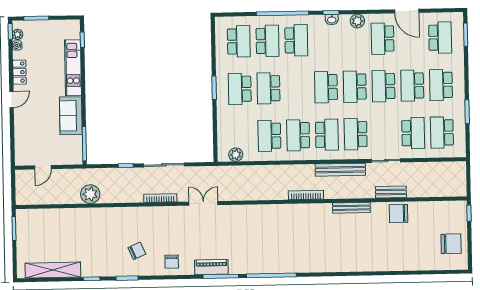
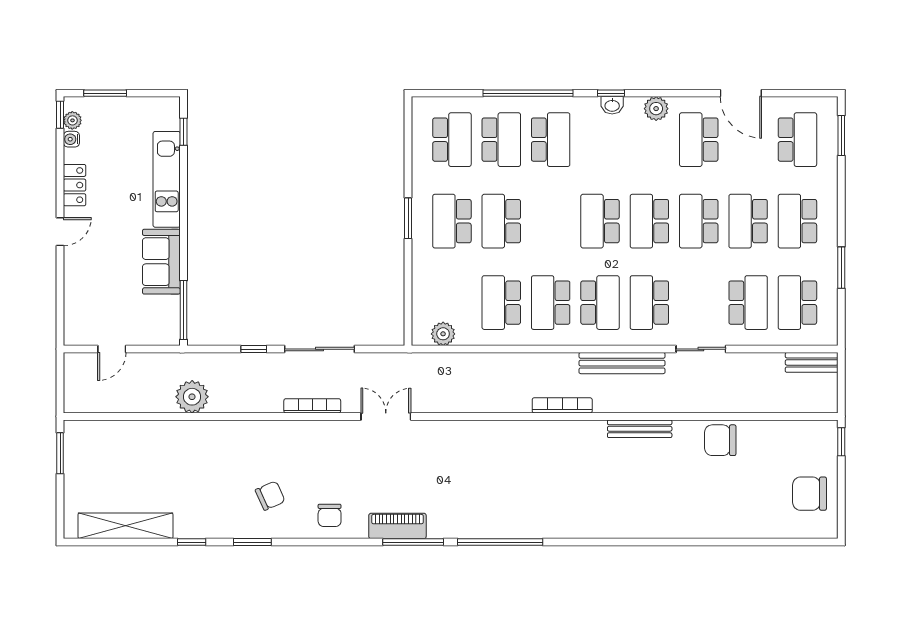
bench: (391, 192) -> (812, 362), moved
chair: (451, 244) -> (810, 494), turned 180

